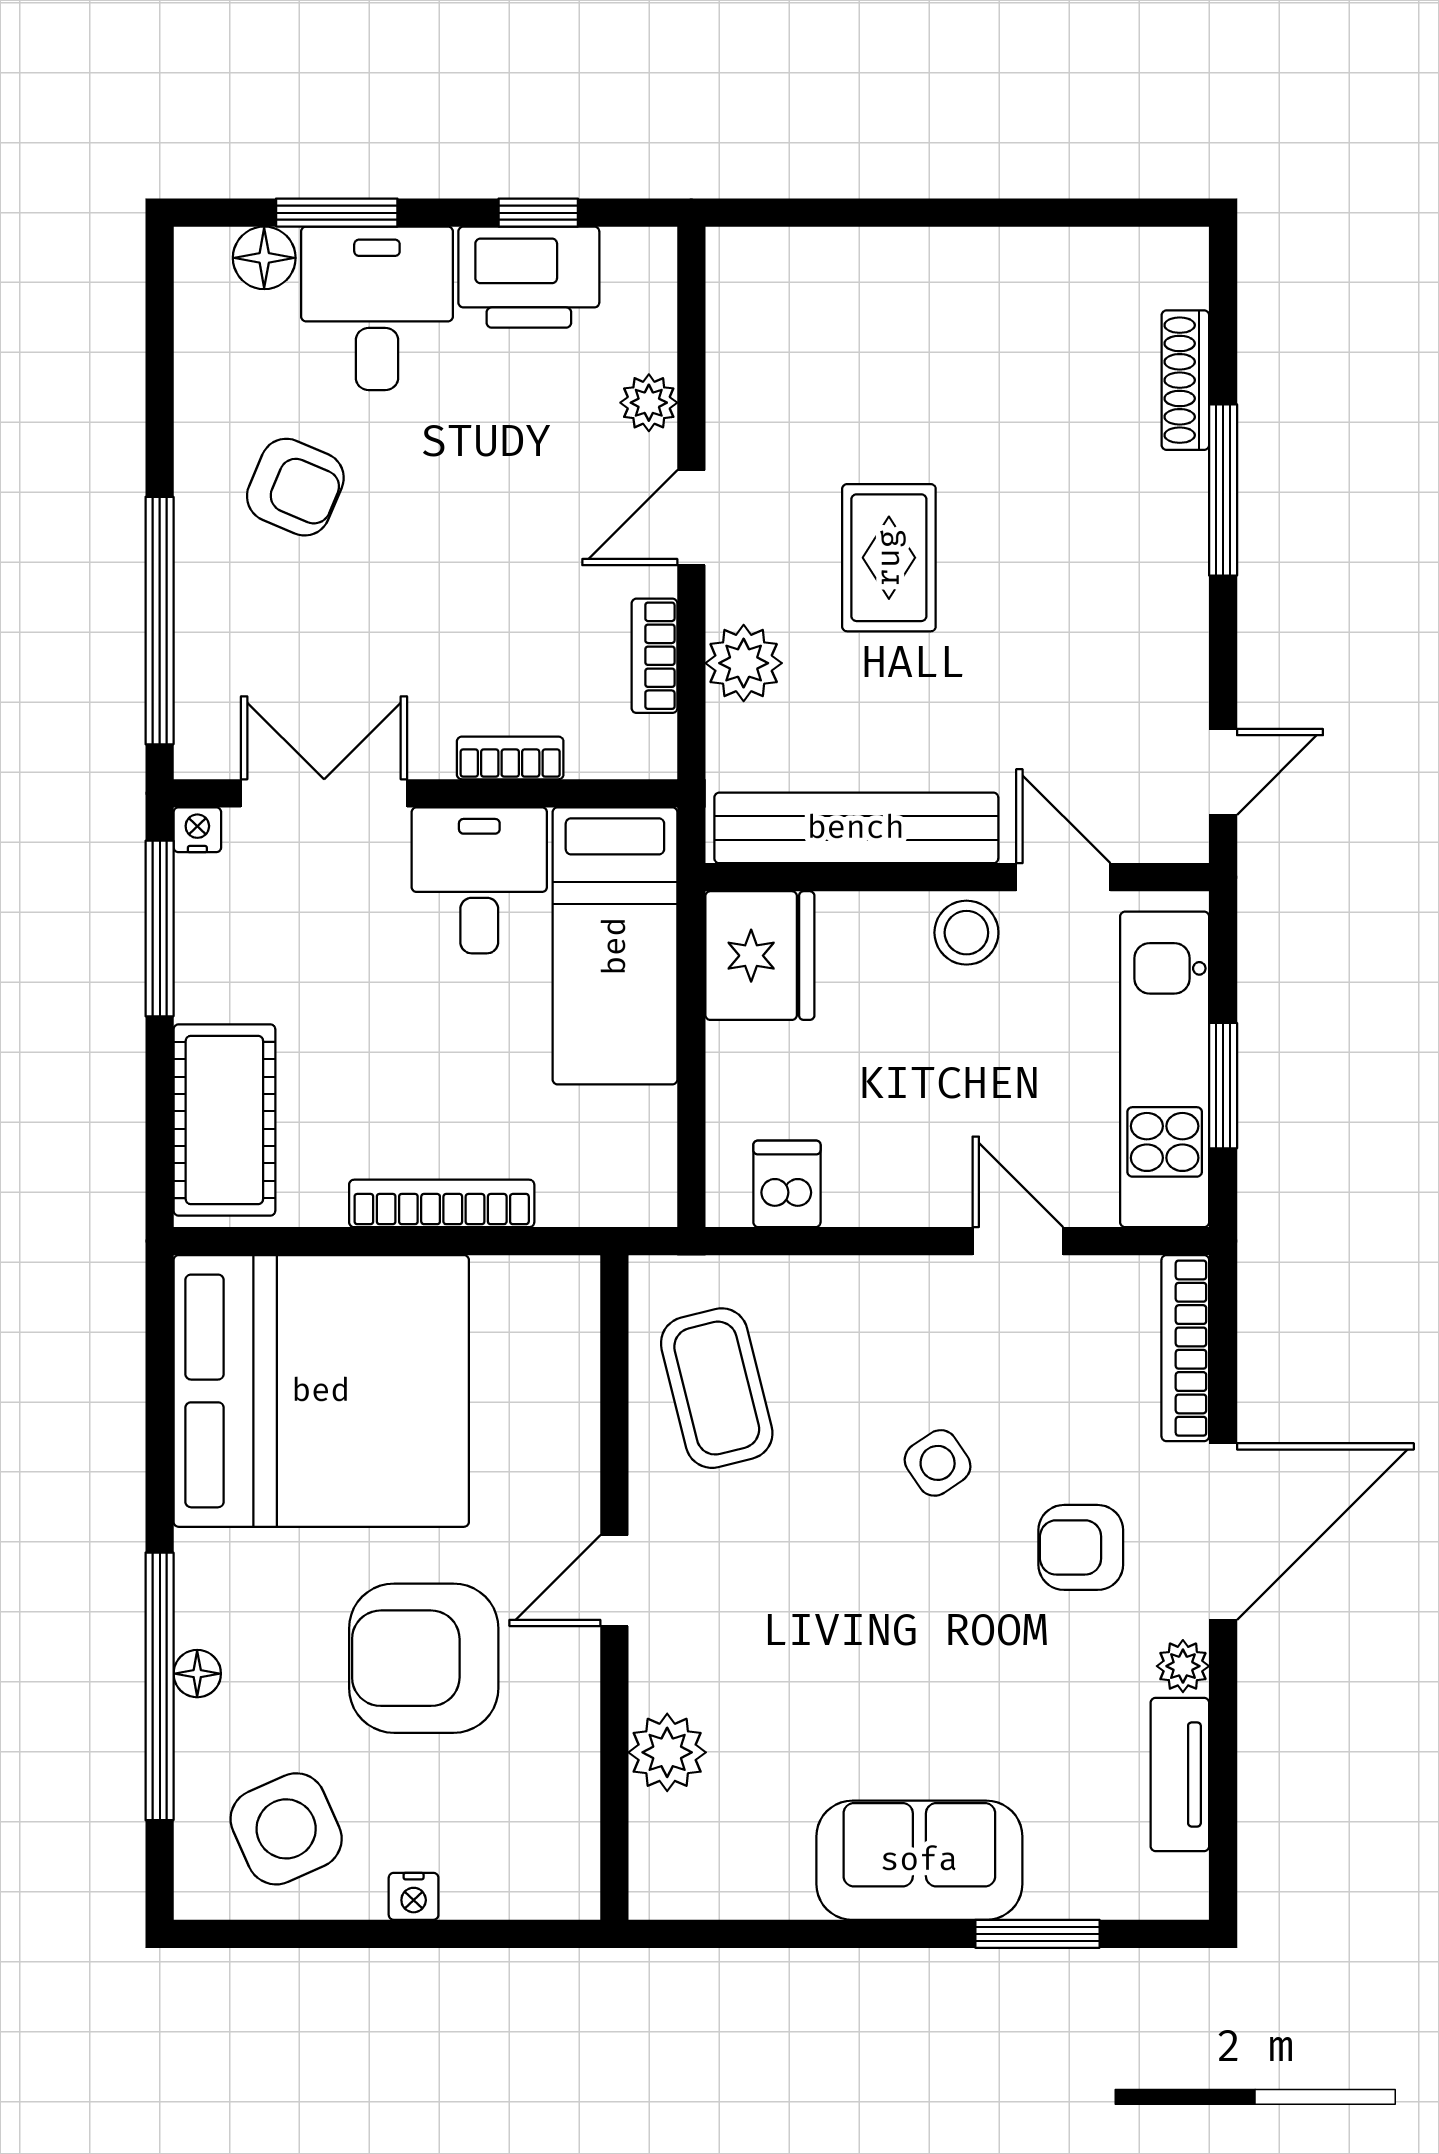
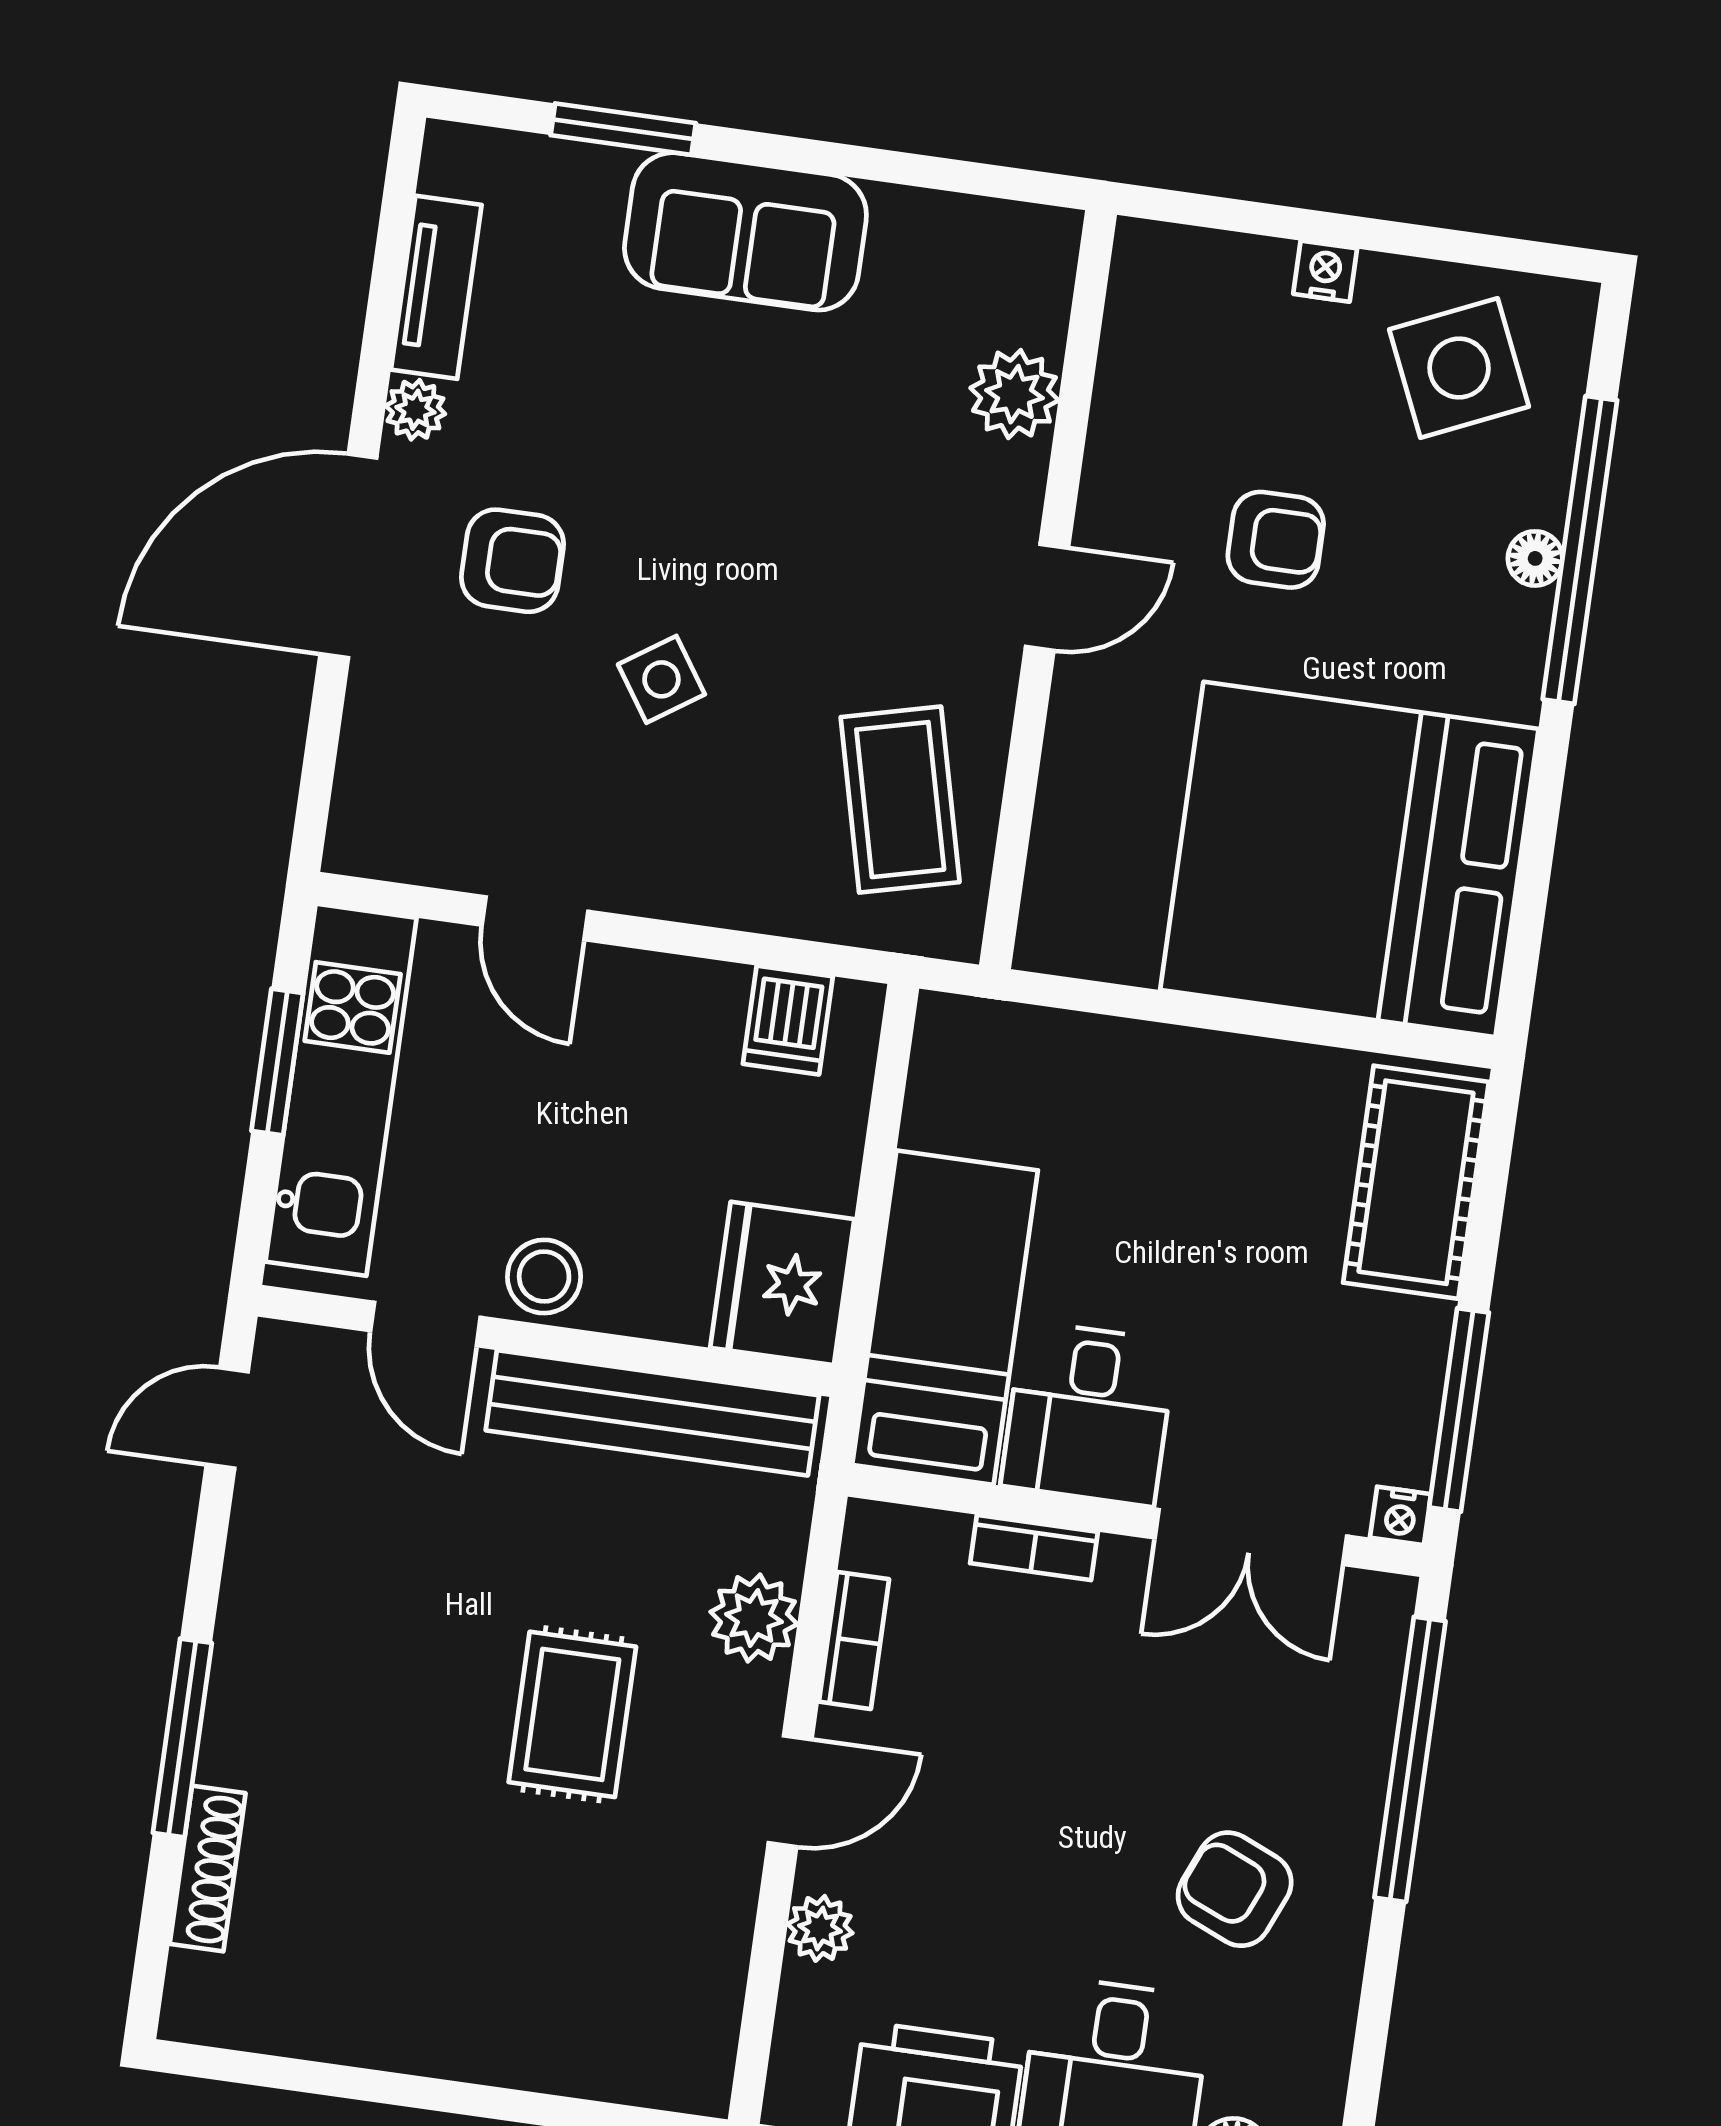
bookcase: (442, 1203) -> (1183, 1053), removed
bookcase: (1185, 1348) -> (362, 770), removed
armchair: (424, 1658) -> (1276, 540), width x0.53, depth x0.53

